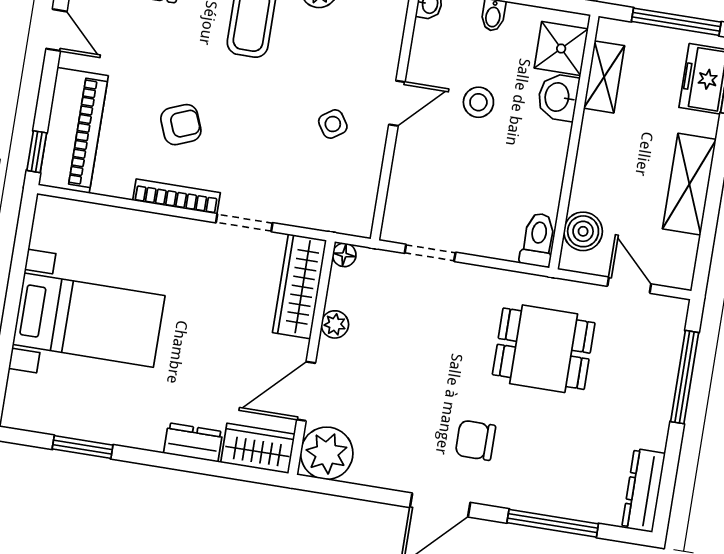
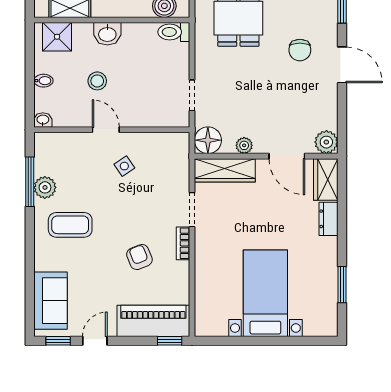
washbasin: (558, 97) -> (107, 34), moved
bookcase: (176, 197) -> (183, 243), width x0.64
floor lamp: (344, 255) -> (208, 140), width x1.89, depth x1.89
plant: (327, 453) -> (326, 142), width x0.73, depth x0.73

